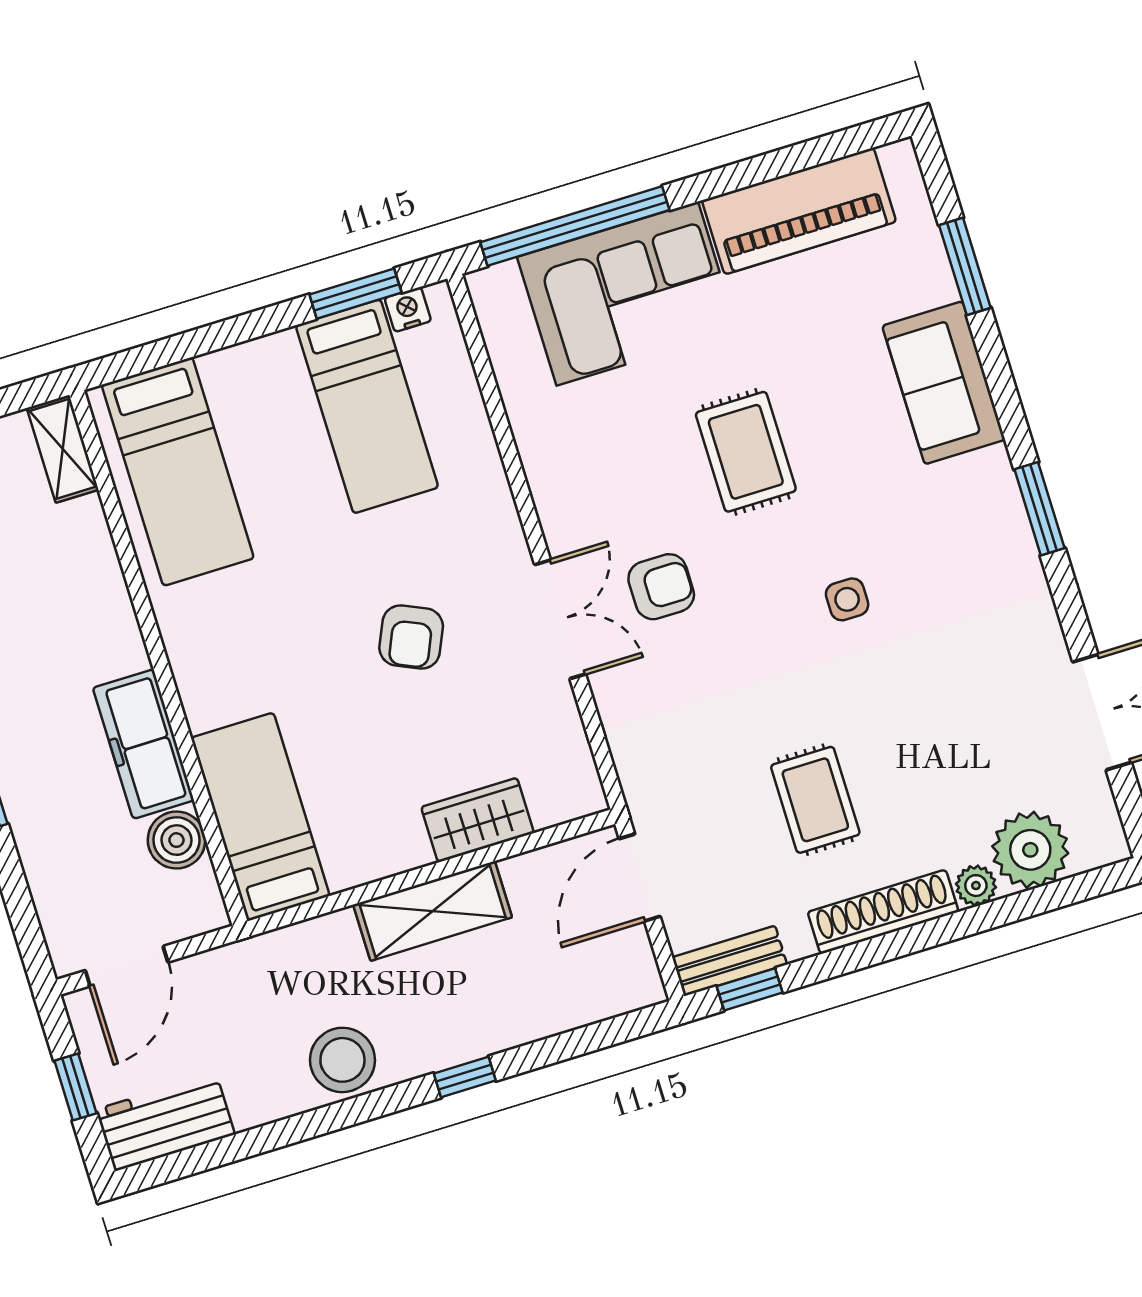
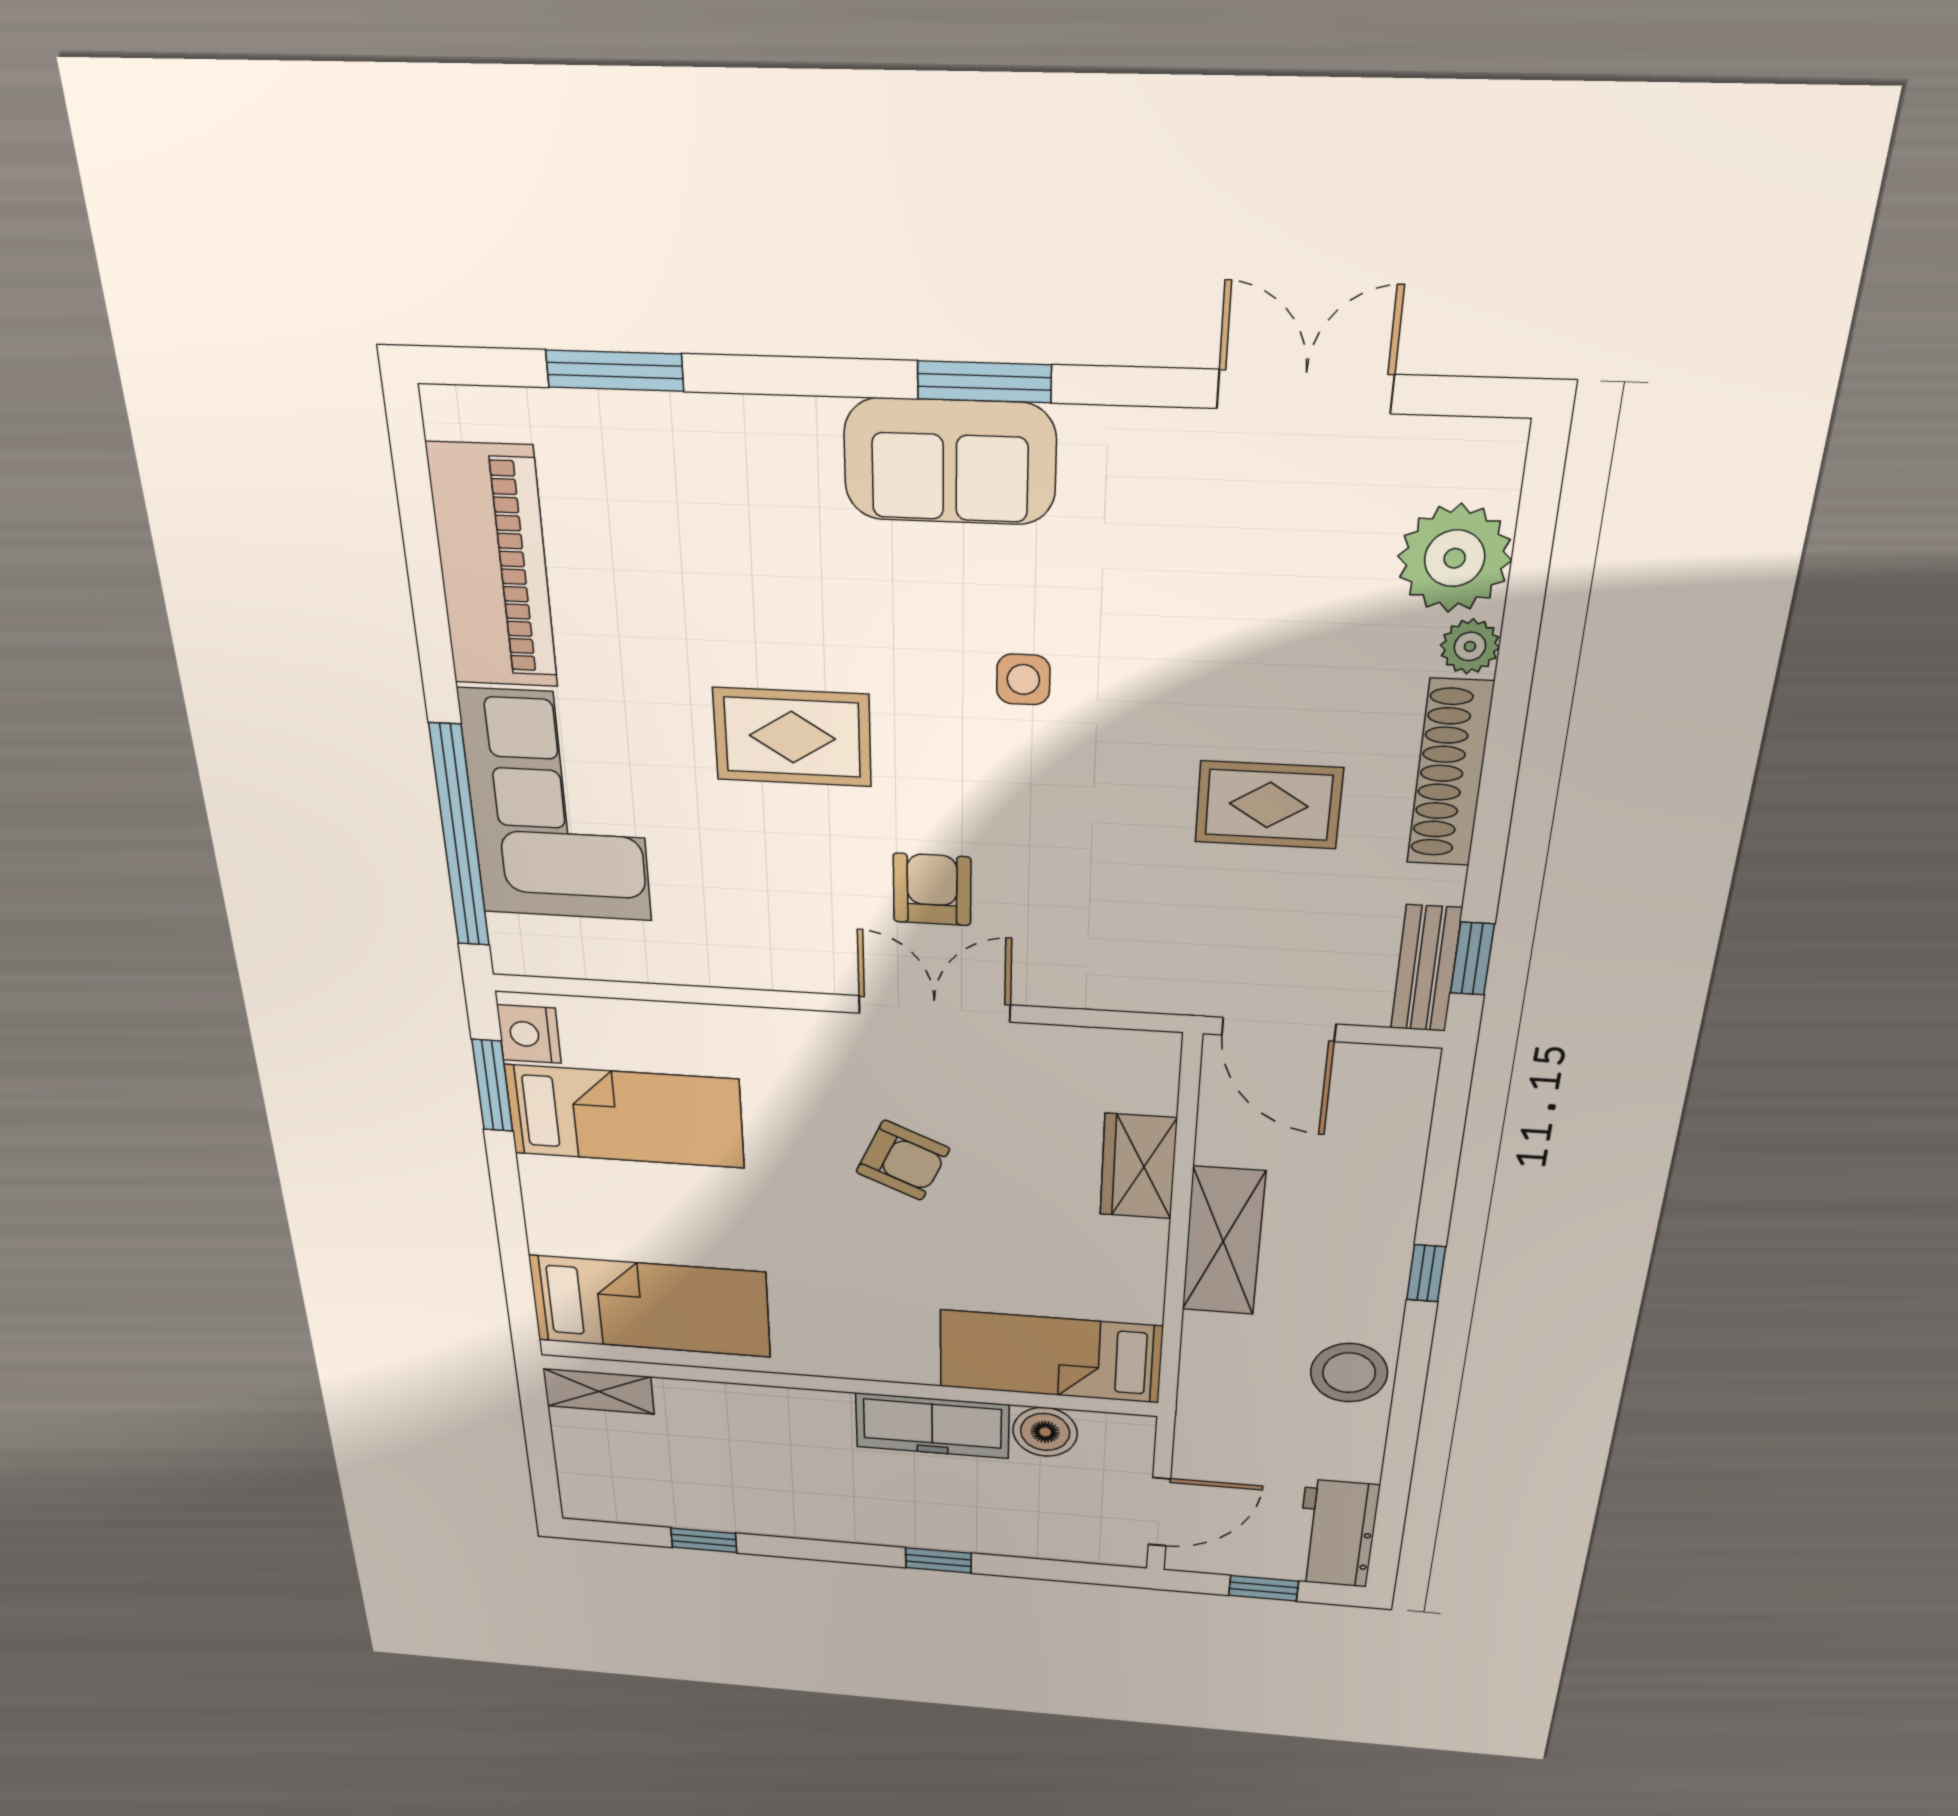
nightstand: (408, 309) -> (529, 1034), width x1.39, depth x1.35
sofa: (944, 383) -> (950, 462), moved
door: (127, 966) -> (1159, 1512), hinge flipped

